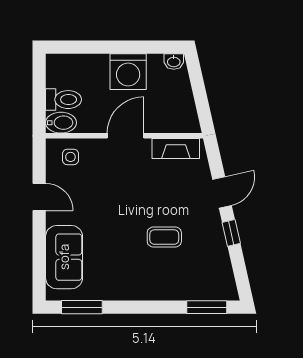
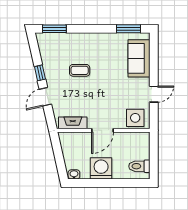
toilet: (64, 100) -> (139, 166), moved
bidet: (61, 123) -> (141, 138), removed
side table: (70, 157) -> (135, 118), width x1.87, depth x1.87
door: (39, 197) -> (154, 94), swing flipped

